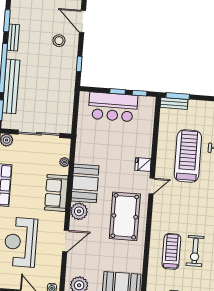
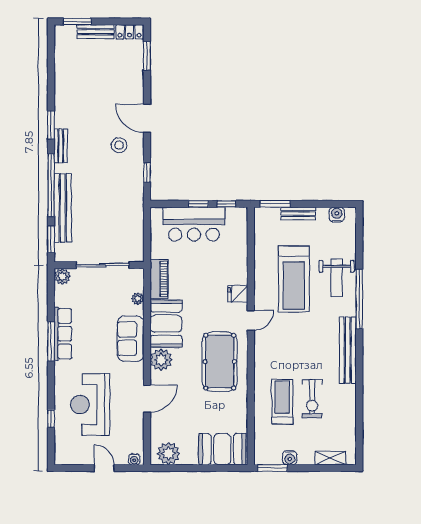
bench: (174, 103) -> (298, 214), moved
piano: (82, 148) -> (159, 279), added
treadmill: (188, 156) -> (294, 279), turned 180

